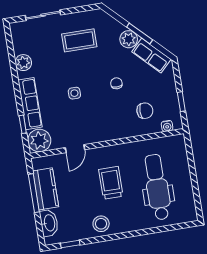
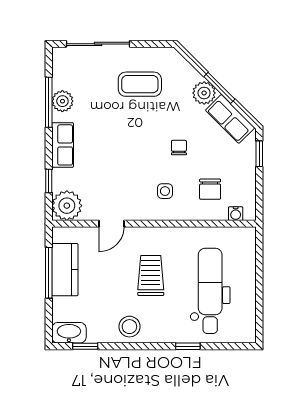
sliding door: (43, 15) -> (98, 44), width x1.37
window: (13, 65) -> (49, 102), added
side table: (74, 93) -> (165, 191), moved
window: (181, 102) -> (259, 154), moved
row of seats: (30, 104) -> (63, 145), width x0.68
chair: (145, 111) -> (210, 189), turned 90
washbasin: (49, 223) -> (69, 333), moved, turned -90
window: (147, 231) -> (188, 346), added

